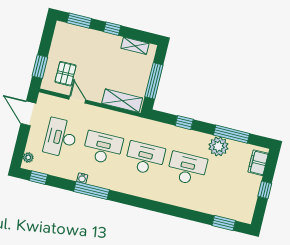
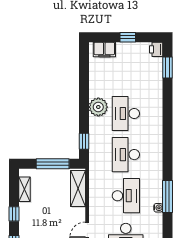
window: (184, 123) -> (84, 141), moved
window: (231, 134) -> (84, 80), removed
plant: (218, 146) -> (98, 107), moved
desk: (103, 148) -> (126, 196), turned 180
printer: (245, 216) -> (156, 49), added

